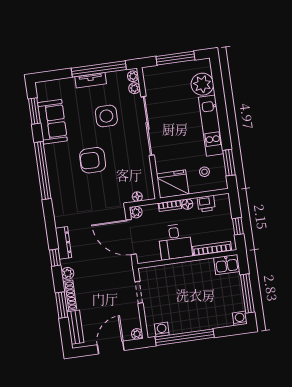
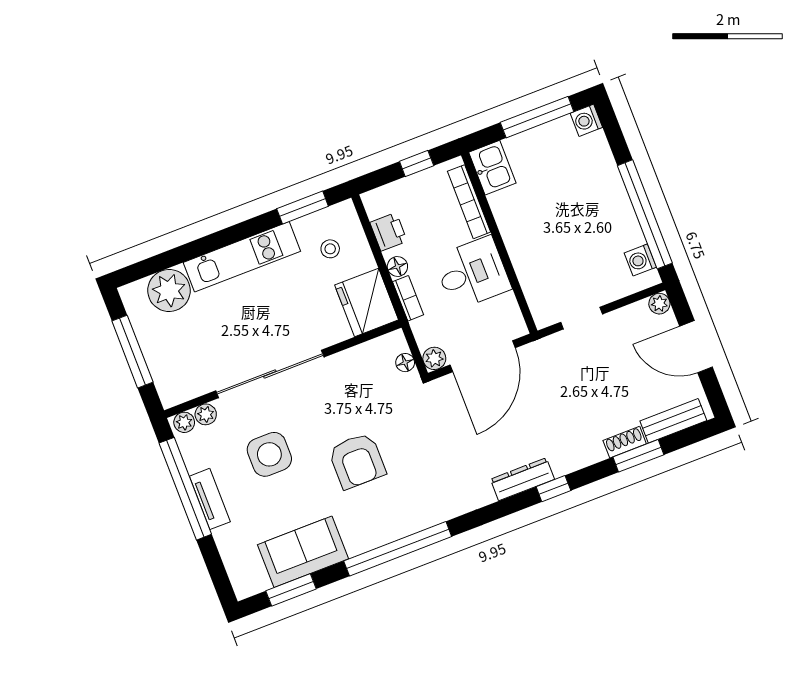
plant: (68, 273) -> (577, 458), removed
shoe rack: (70, 295) -> (625, 442), width x0.70

